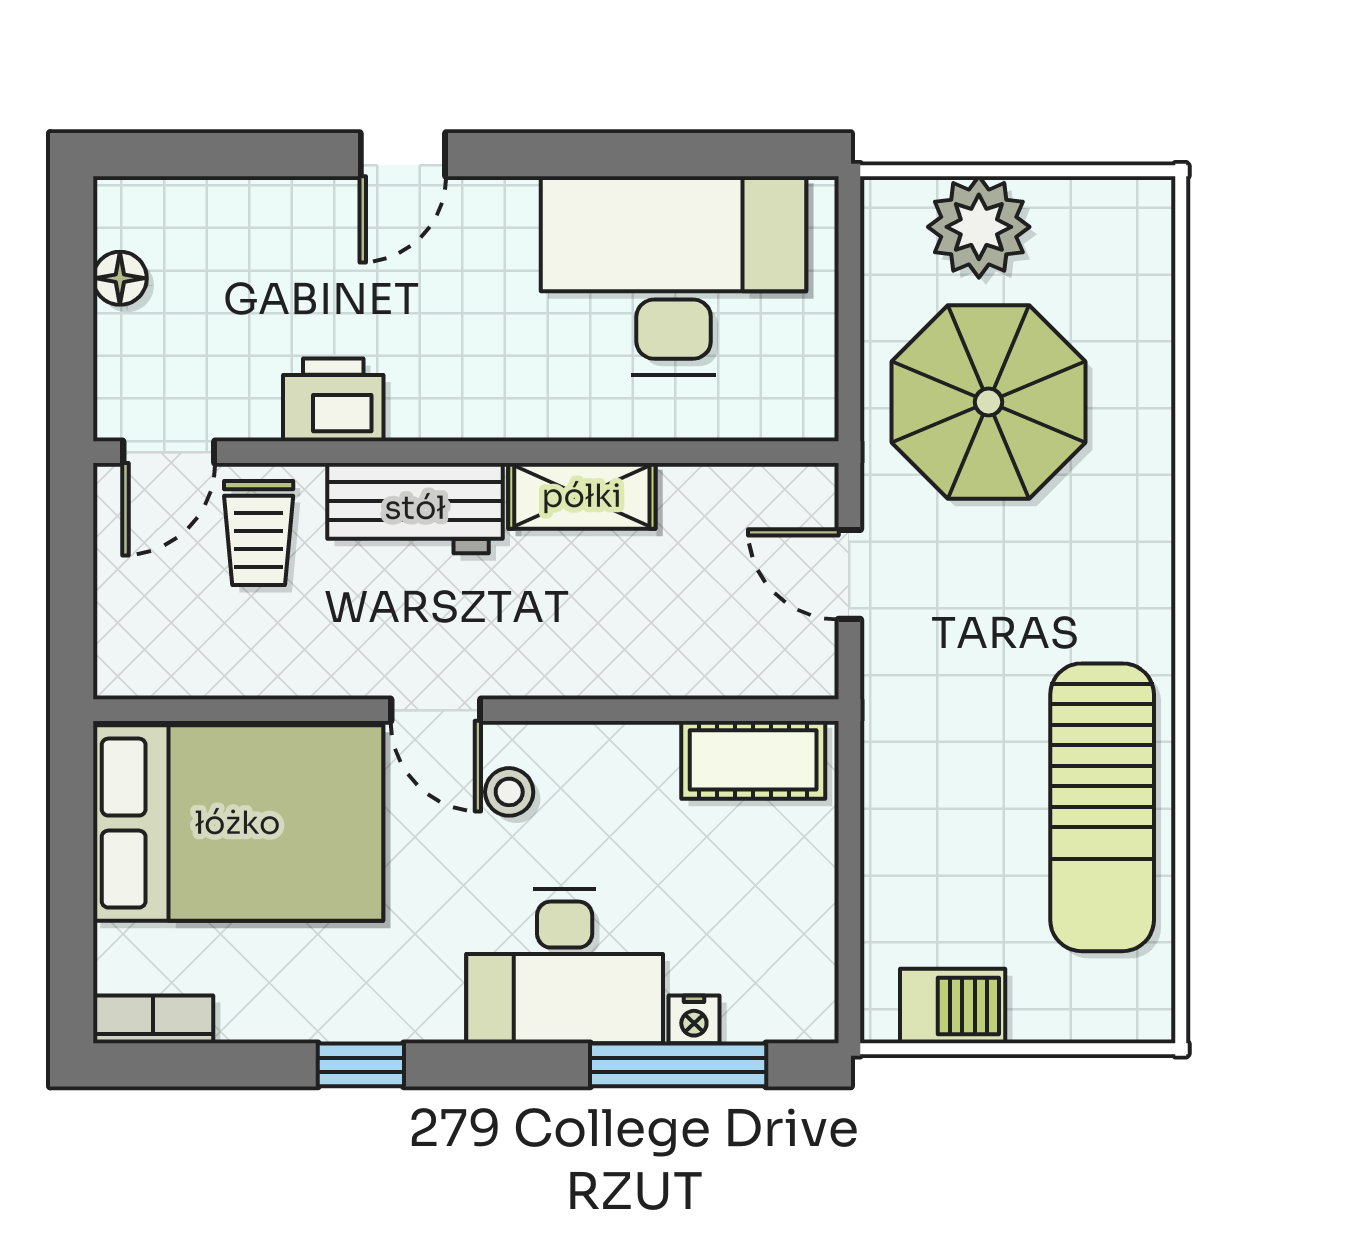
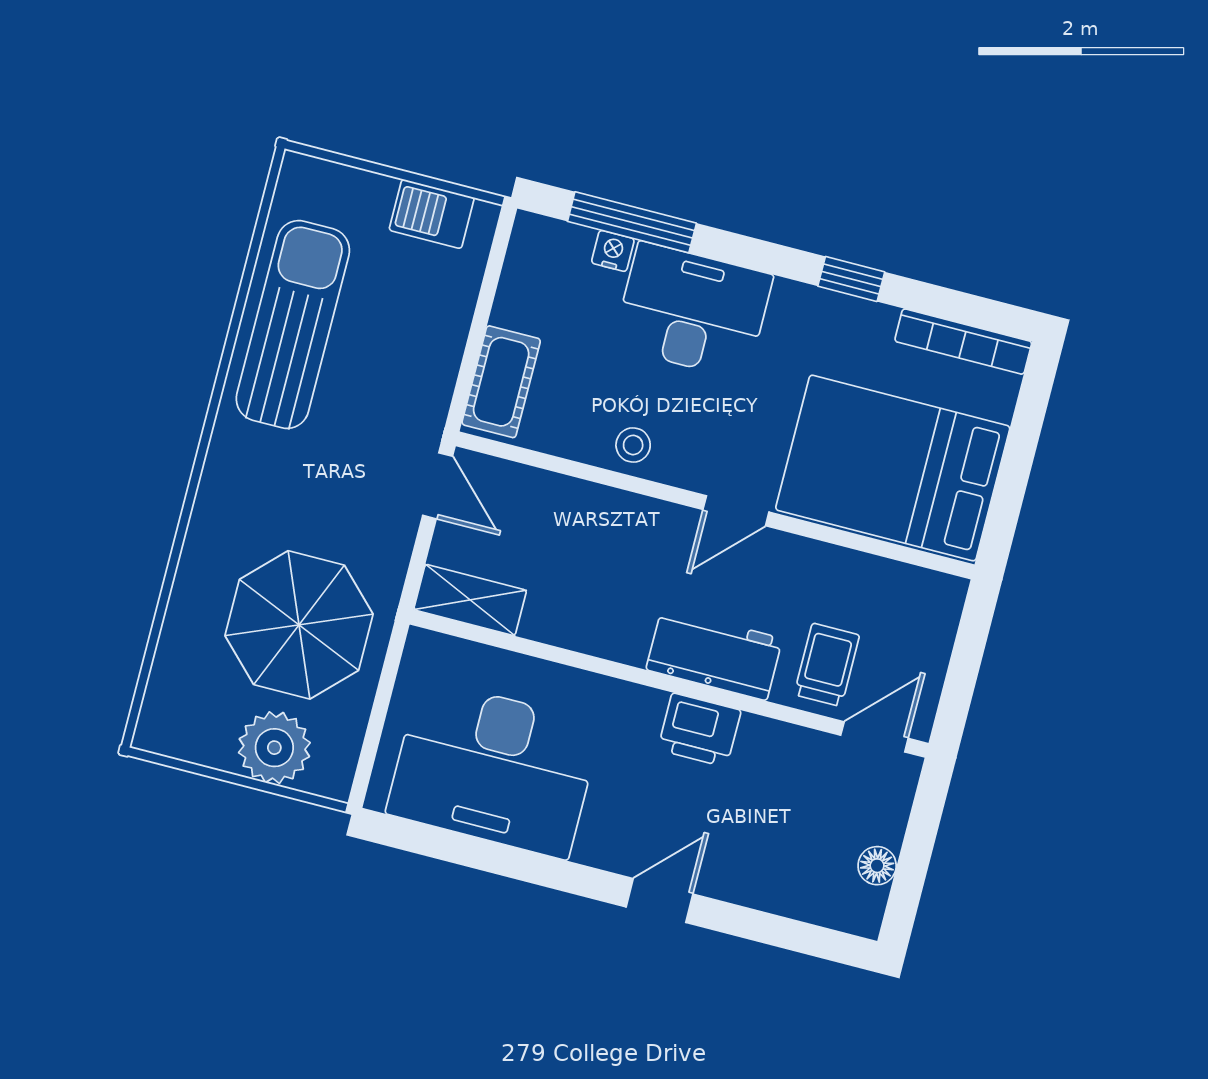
printer: (333, 400) -> (699, 730), moved
shelving: (582, 496) -> (470, 600), moved
door: (849, 574) -> (438, 486), moved
door: (436, 710) -> (736, 511), swing flipped
cot: (753, 760) -> (501, 382), moved, turned 90
stool: (509, 792) -> (633, 445), moved
bookcase: (153, 1019) -> (963, 342), width x1.56

